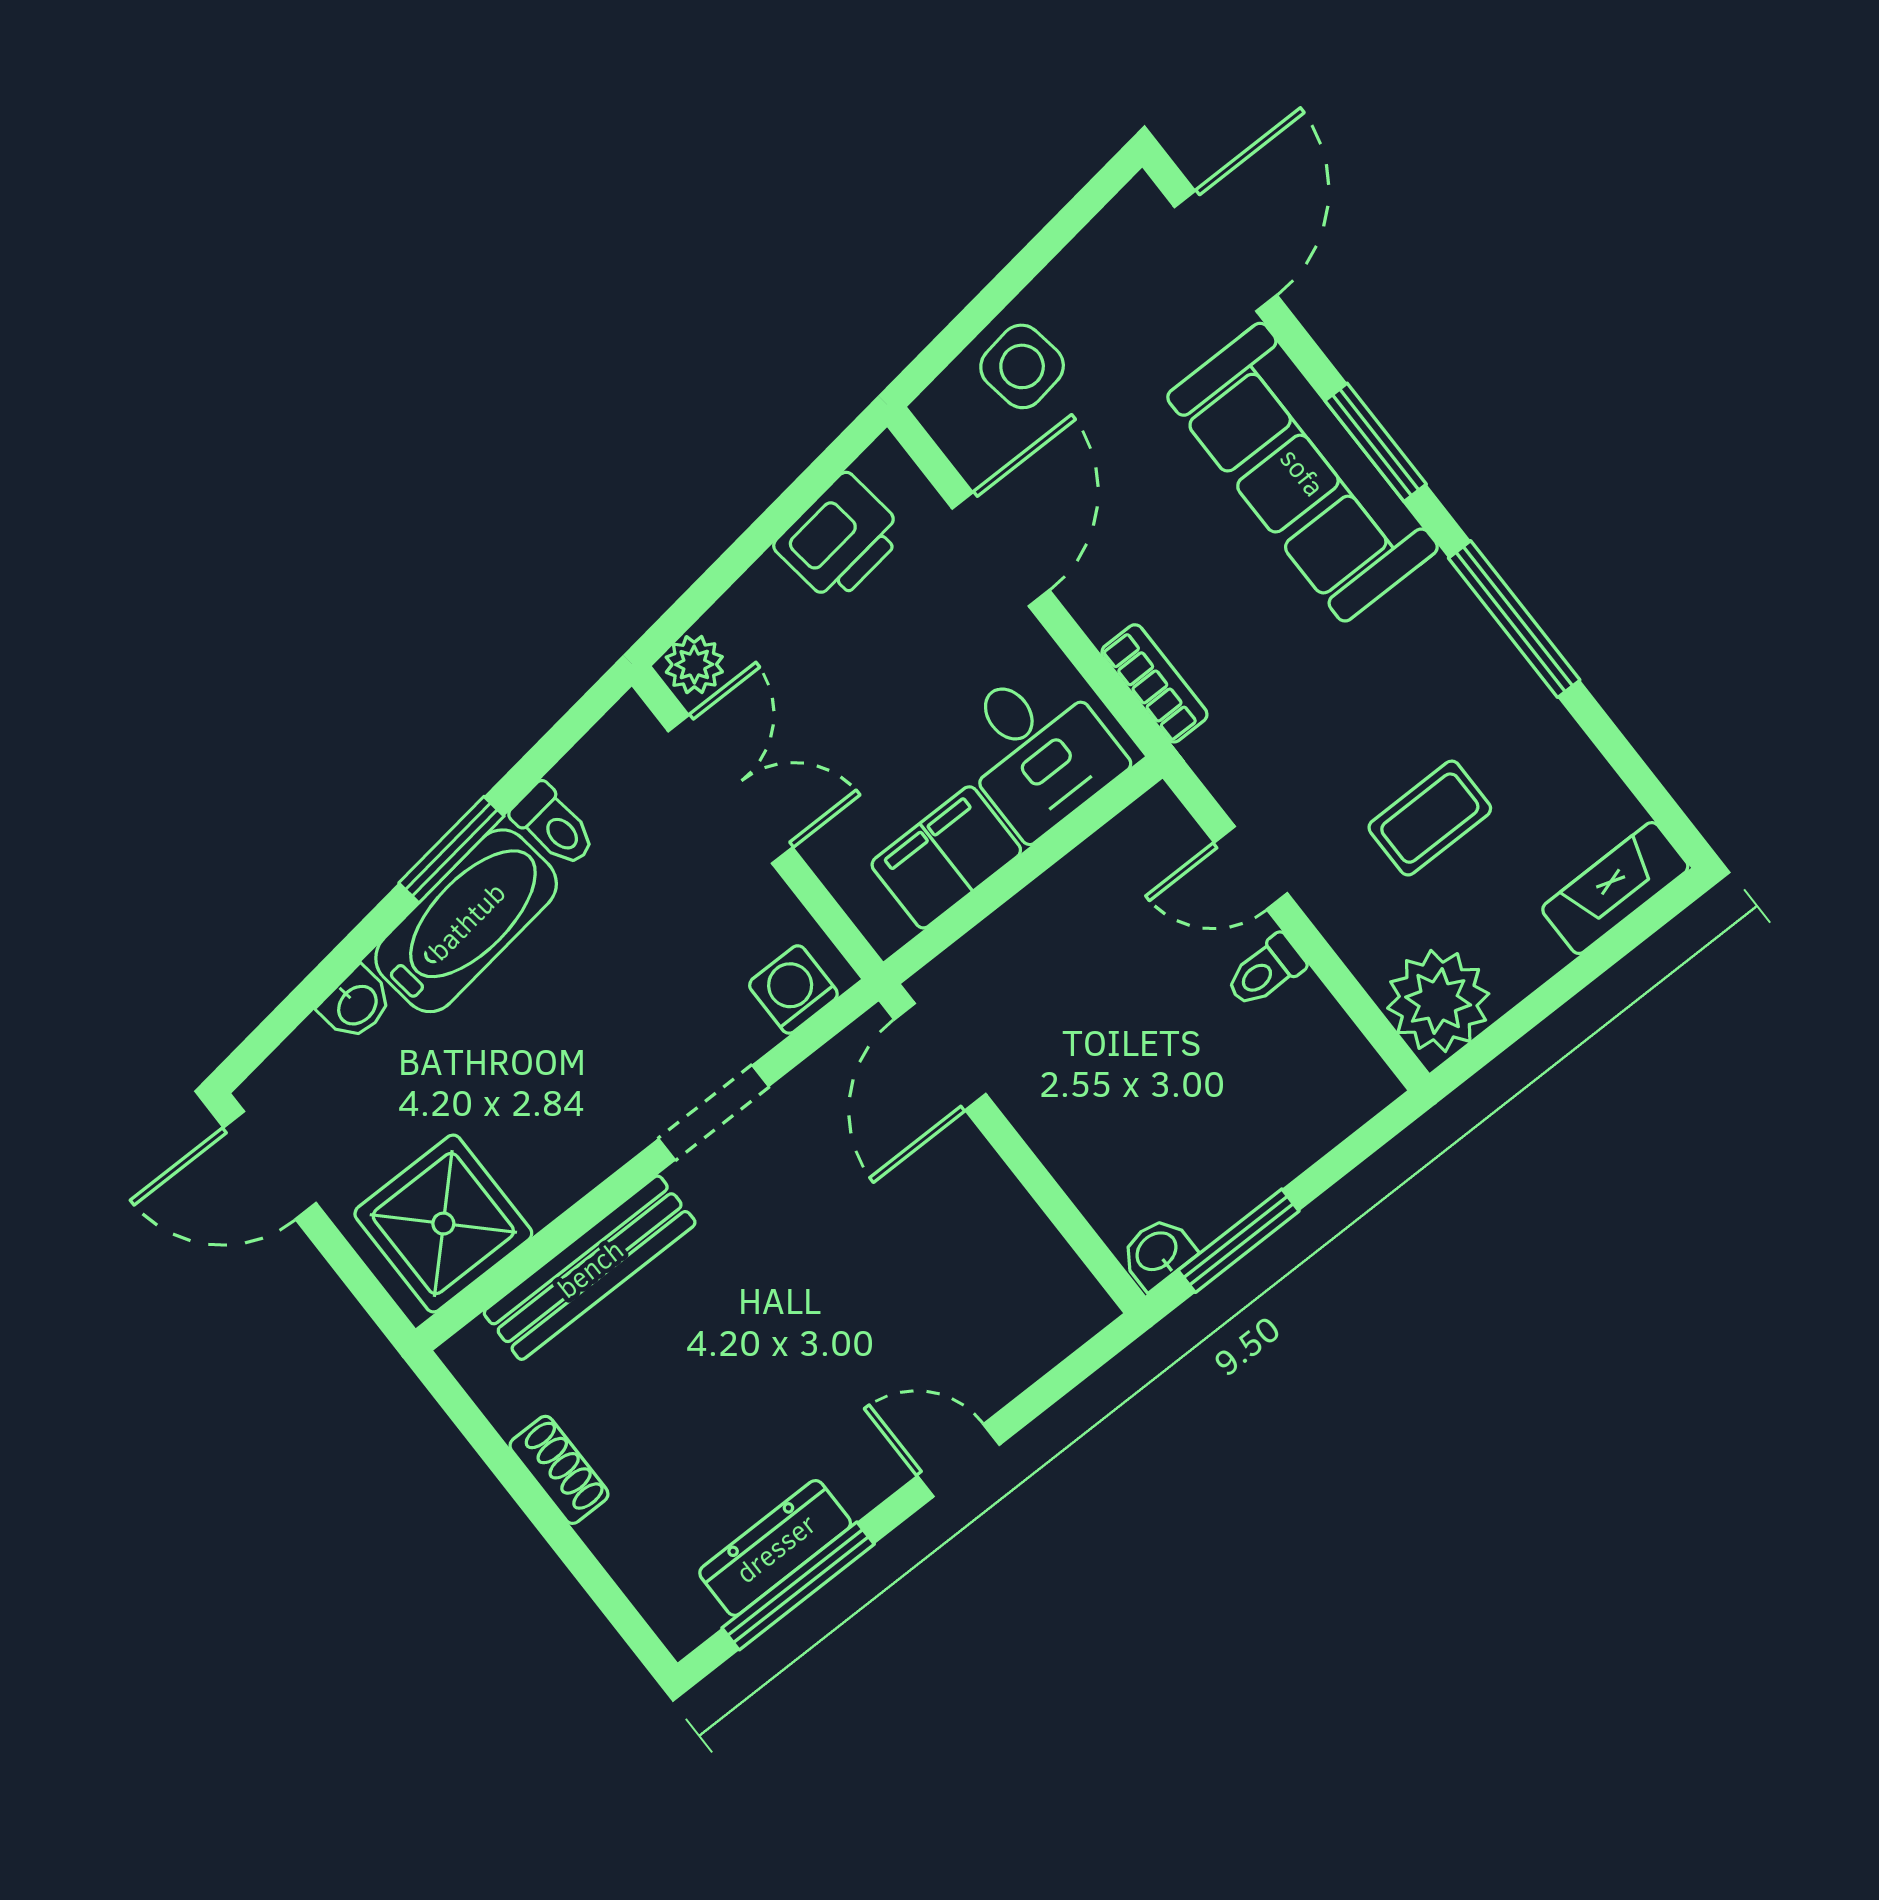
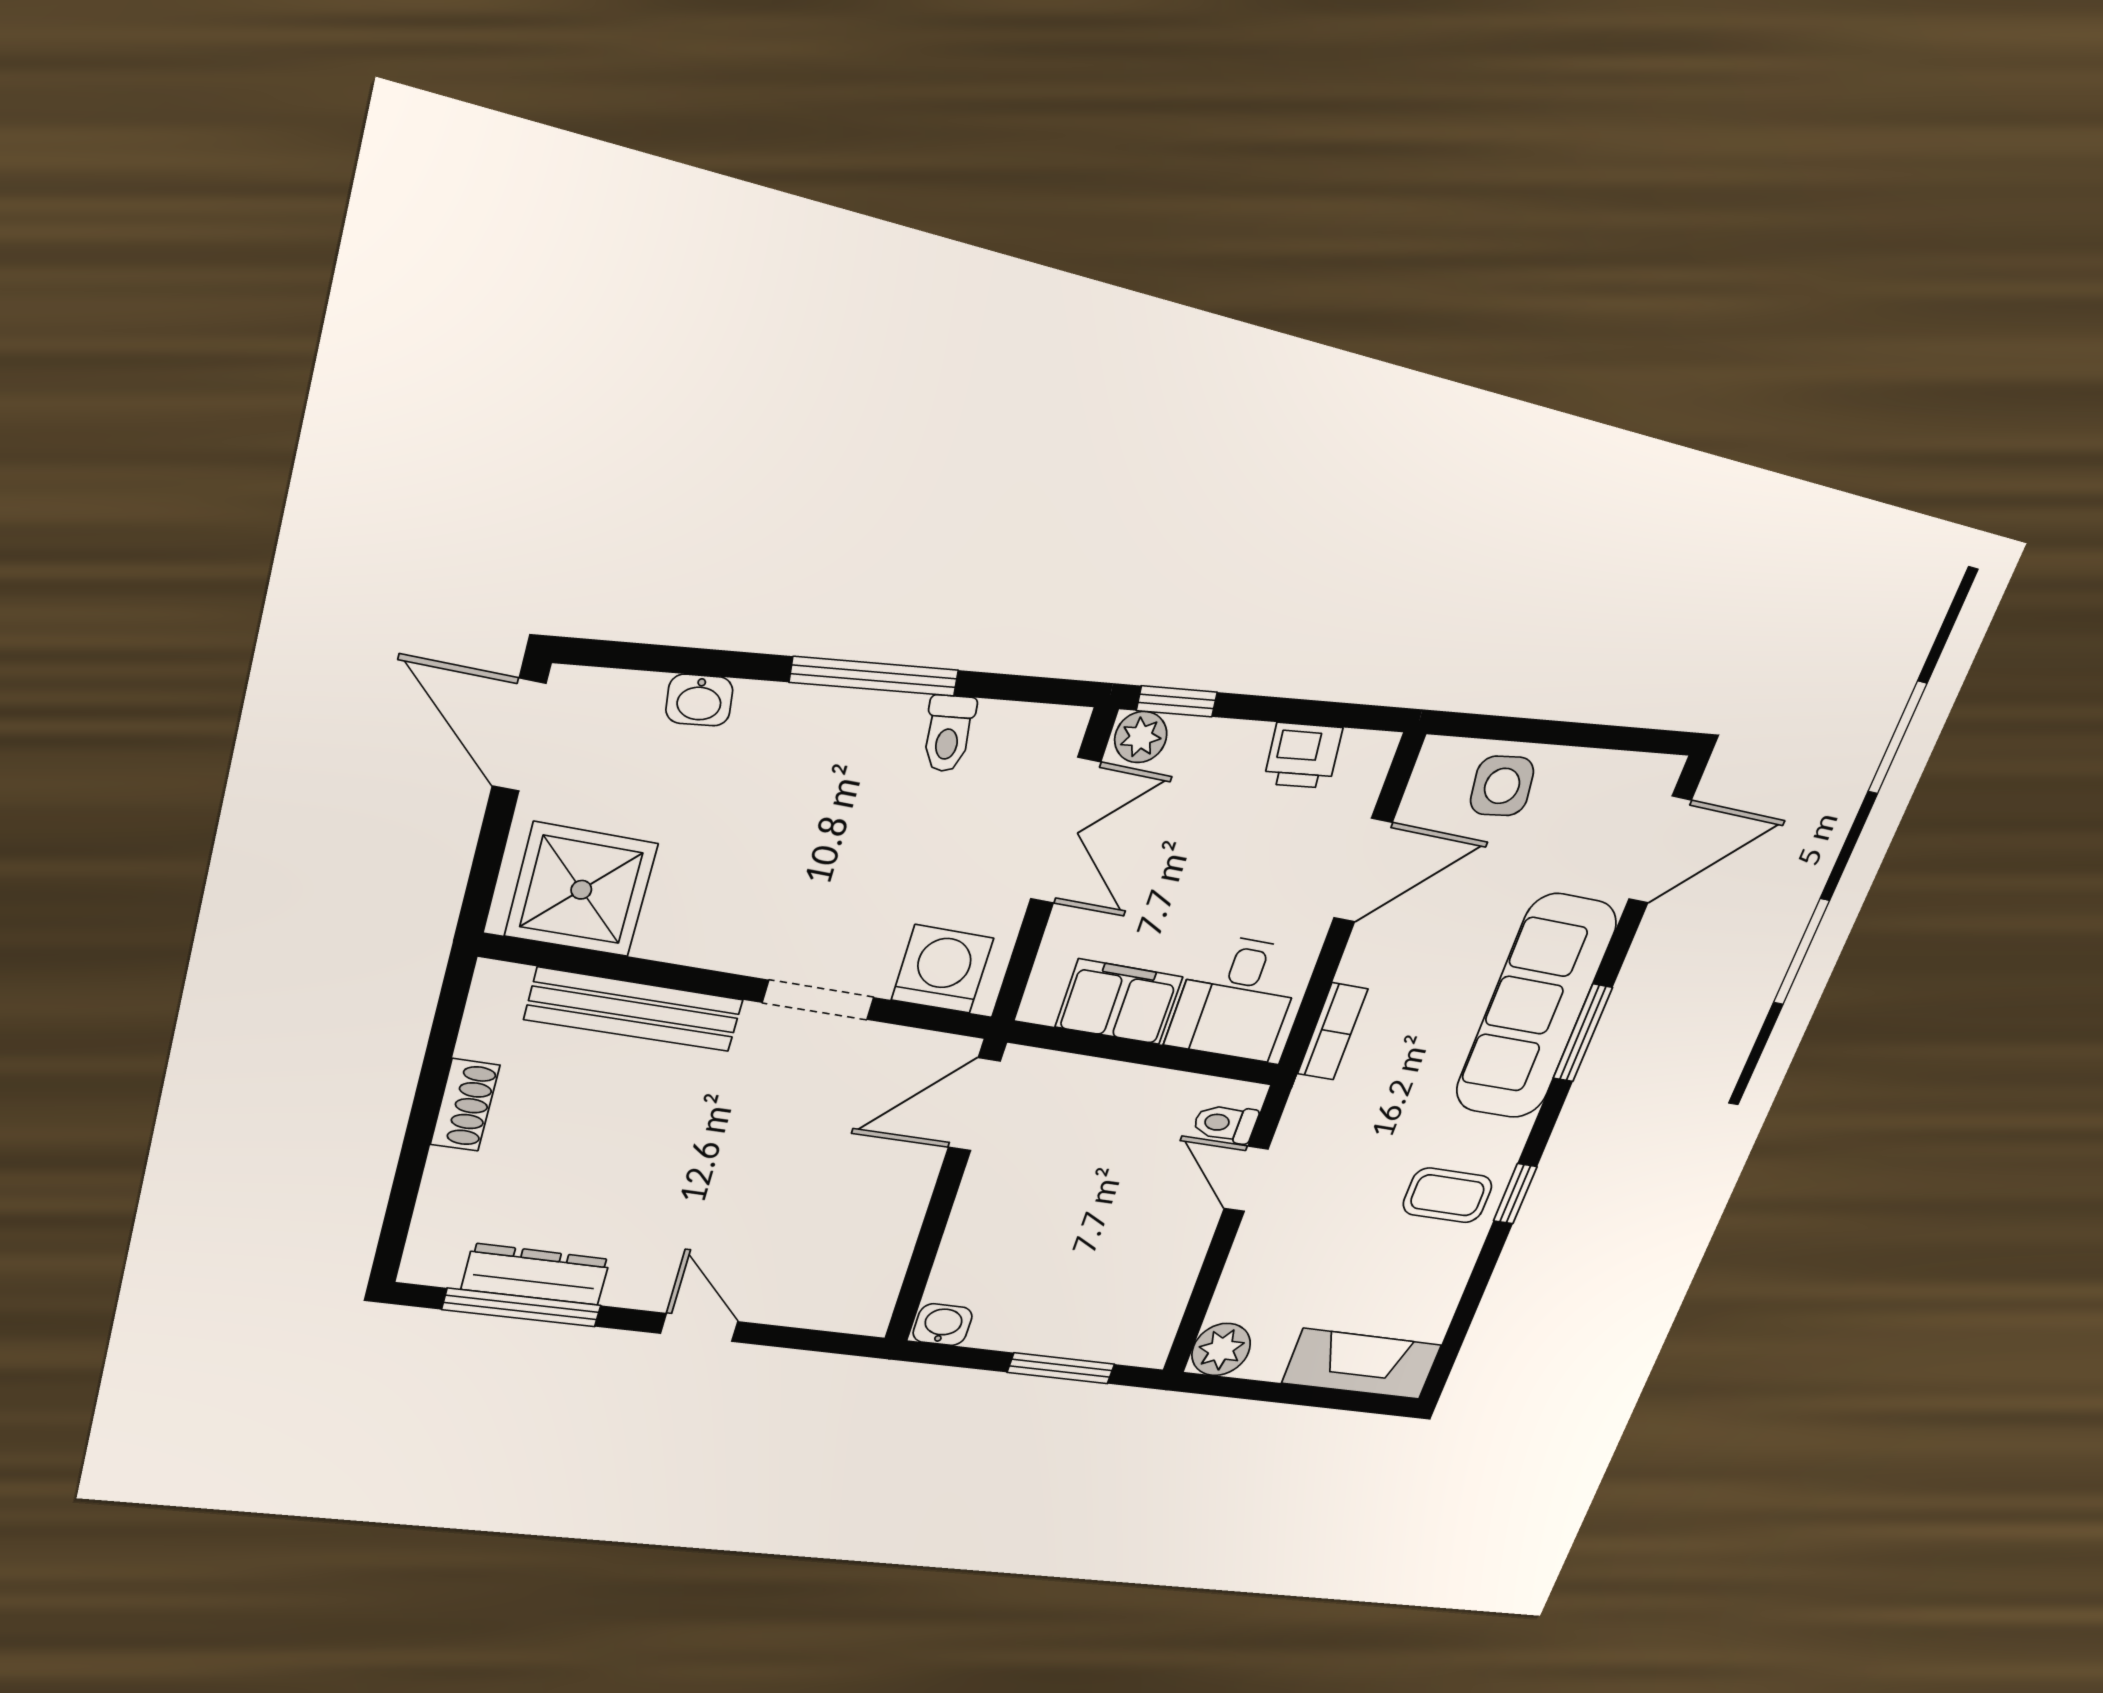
printer: (840, 539) -> (1303, 756), width x0.73, depth x0.81
window: (686, 611) -> (1177, 701), added
window: (1514, 619) -> (1515, 1194), width x0.46
coffee table: (1430, 818) -> (1448, 1195), moved
window: (451, 850) -> (874, 676), width x1.44
fireplace: (1615, 888) -> (1362, 1364), width x1.37, depth x1.32
bathtub: (466, 921) -> (827, 728), removed
toilet: (1265, 971) -> (1225, 1123), moved
washing machine: (793, 989) -> (942, 969), width x1.38, depth x1.38
plant: (1438, 1001) -> (1221, 1349), width x0.73, depth x0.73
window: (1239, 1241) -> (1061, 1368), moved

